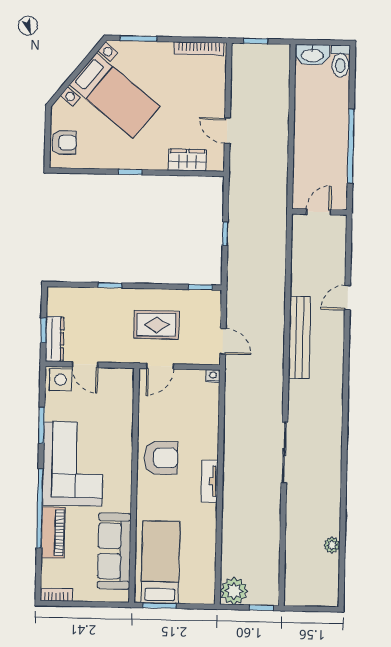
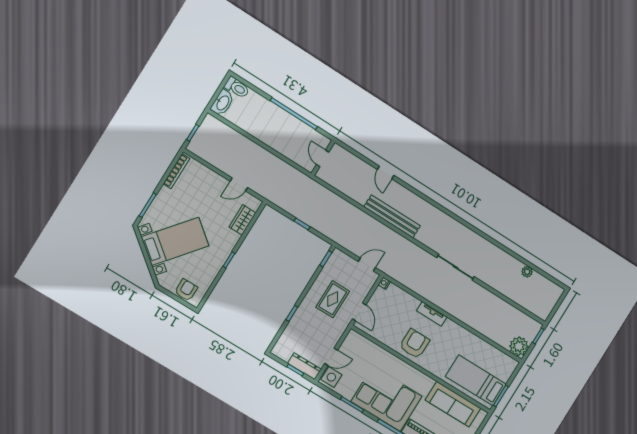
tv unit: (210, 481) -> (432, 314), moved

